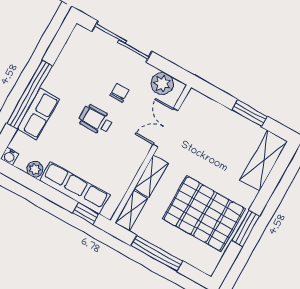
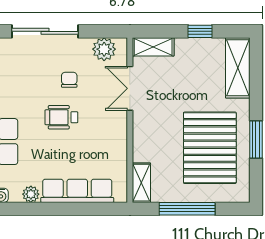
window: (250, 113) -> (200, 31), width x0.67
shelving: (151, 176) -> (153, 47), moved, turned 90
window: (86, 213) -> (101, 209), removed
pallet: (204, 214) -> (210, 148), turned 90

